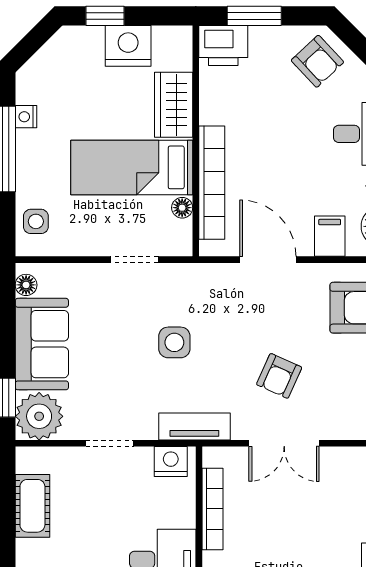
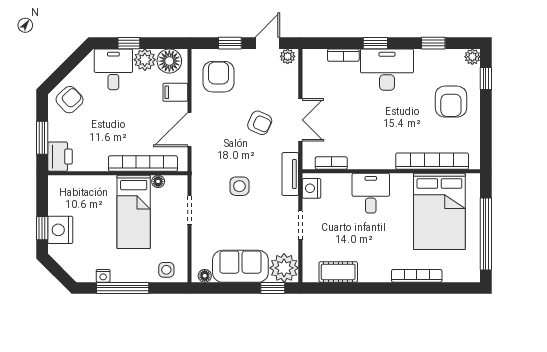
nightstand: (128, 46) -> (60, 230), moved
wardrobe: (174, 105) -> (96, 187), removed
bookcase: (213, 509) -> (331, 163), width x0.64

